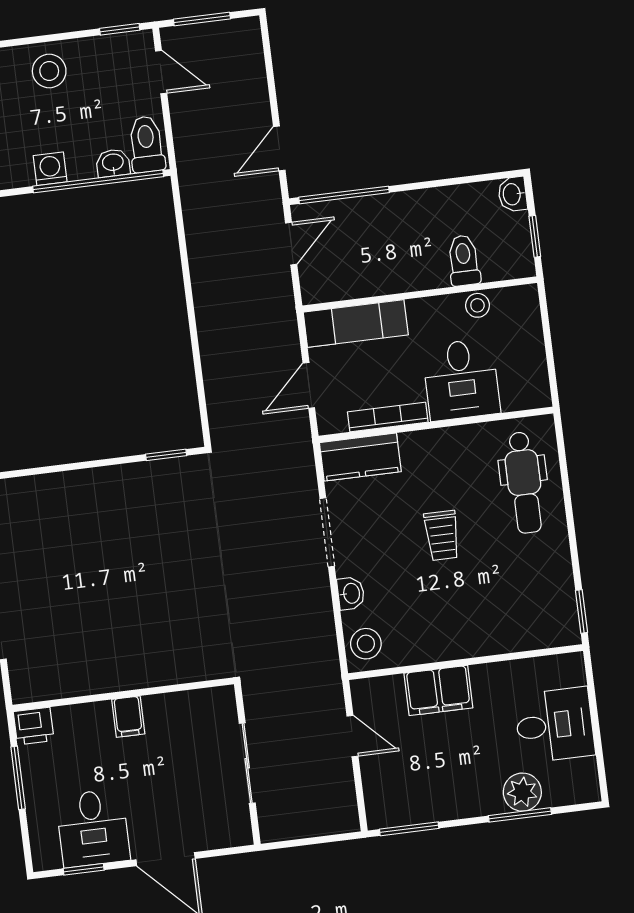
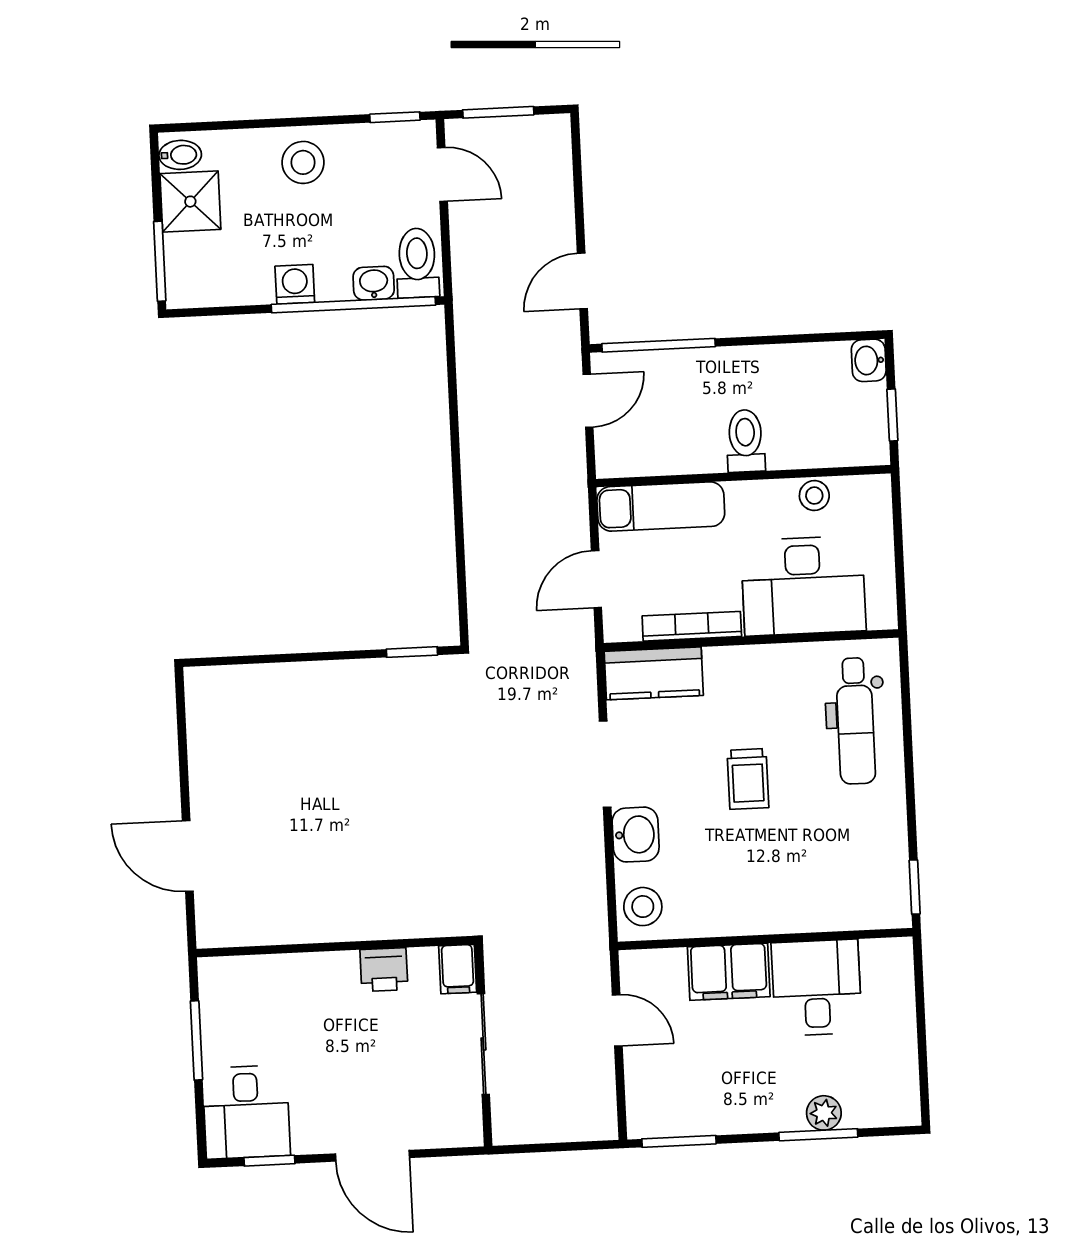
toilet: (464, 260) -> (745, 441), moved
desk: (461, 380) -> (803, 586), width x1.37
washbasin: (351, 593) -> (636, 835), width x1.38, depth x1.45
filing cabinet: (128, 717) -> (458, 969), moved
desk: (555, 725) -> (817, 988), moved, turned -90
printer: (34, 726) -> (384, 970), moved
plant: (522, 792) -> (824, 1113), width x0.73, depth x0.73
desk: (93, 828) -> (246, 1112), moved

